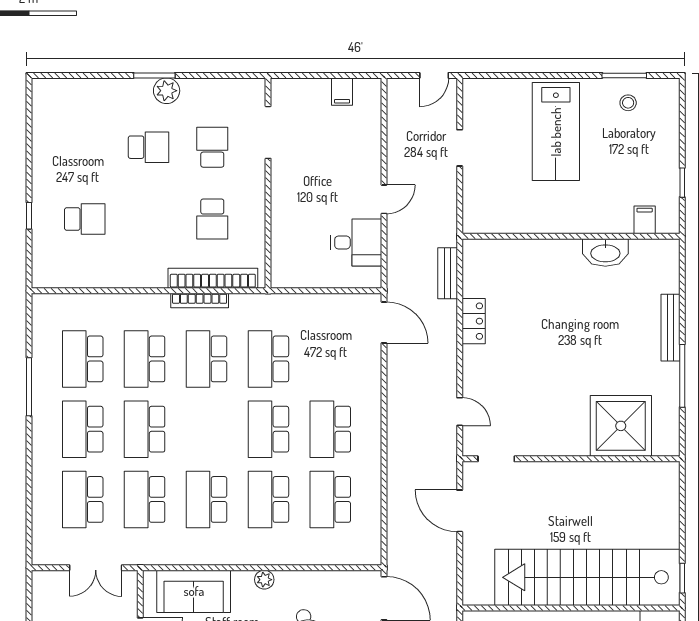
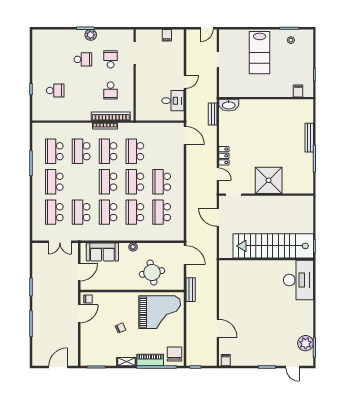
washbasin: (605, 253) -> (229, 105), moved
locker: (474, 321) -> (224, 156), moved
shower: (621, 426) -> (269, 180), moved
school desk: (145, 429) -> (108, 182), moved

